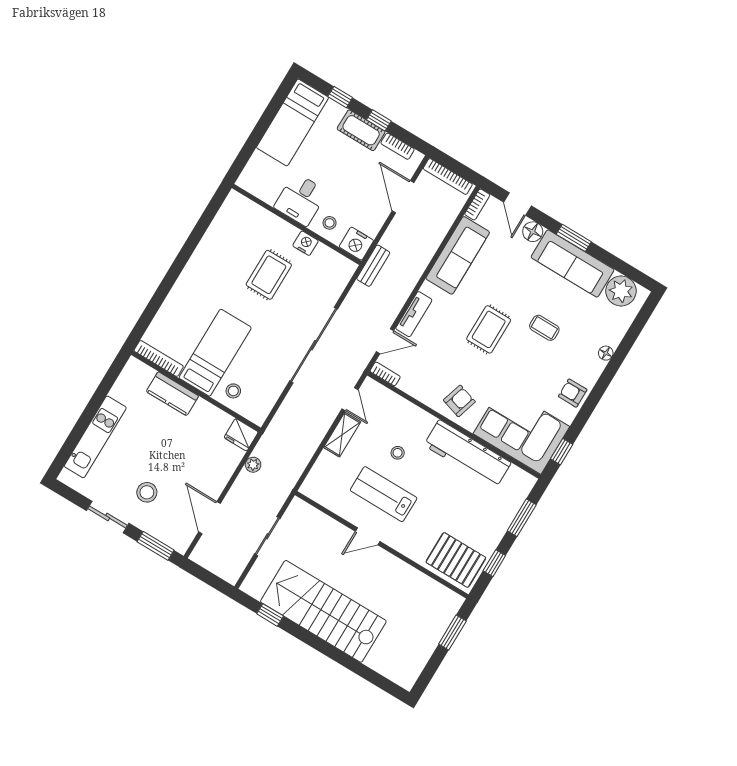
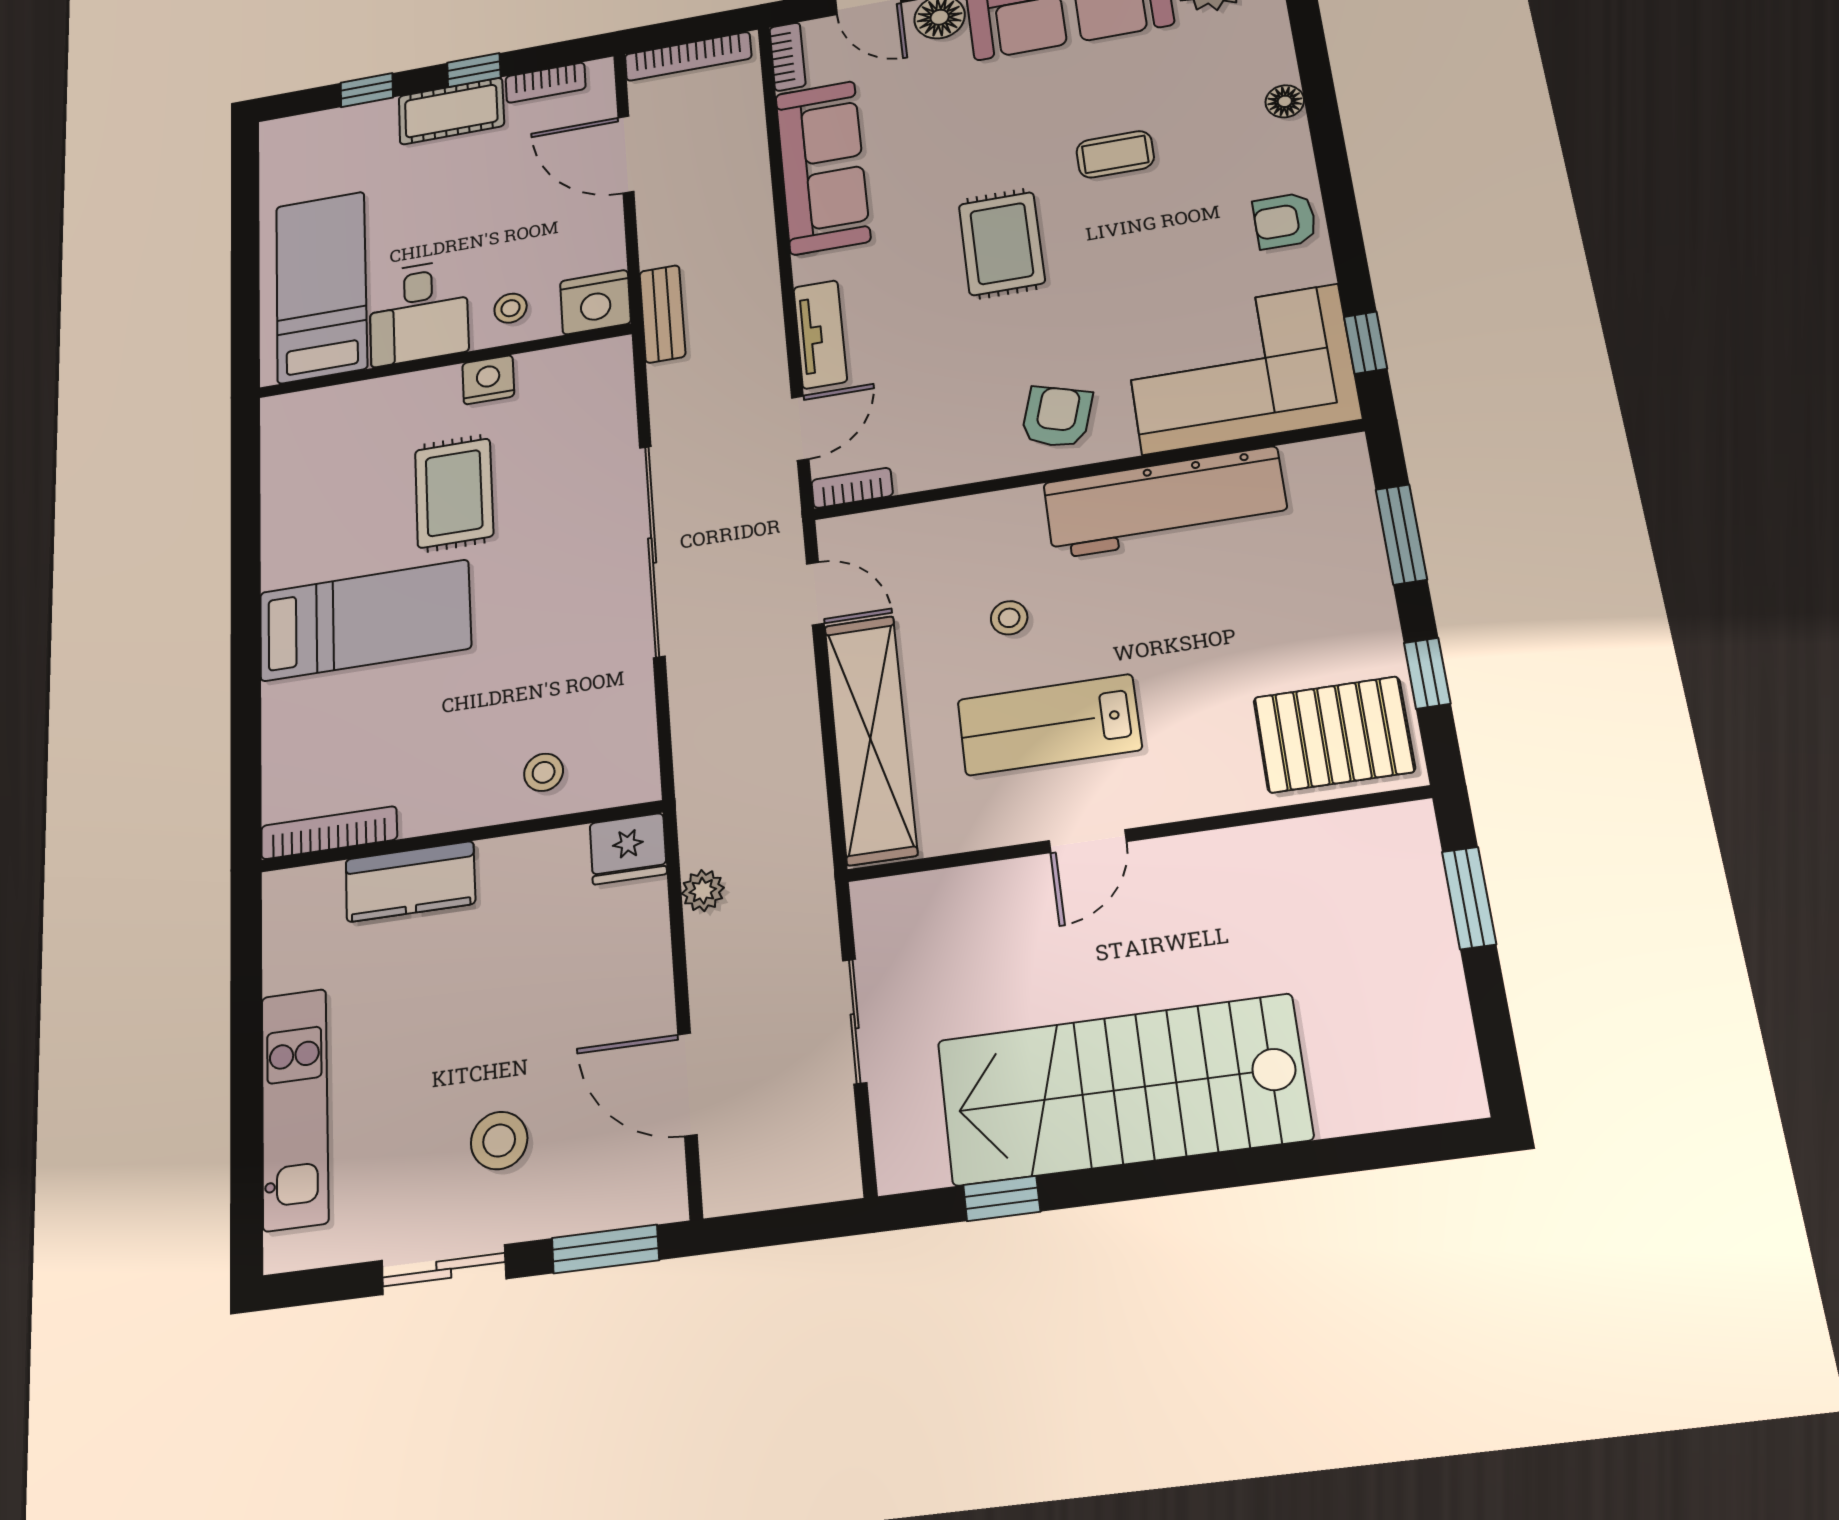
bed: (293, 123) -> (321, 287), moved, turned 180
bed: (215, 353) -> (365, 620), moved, turned 90
shelving: (342, 435) -> (870, 739), width x2.20, depth x1.33

